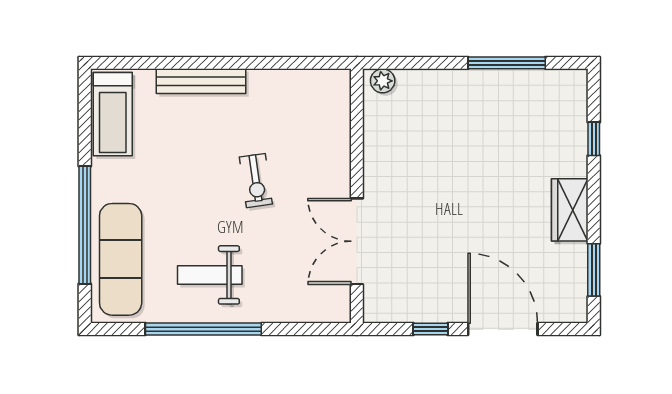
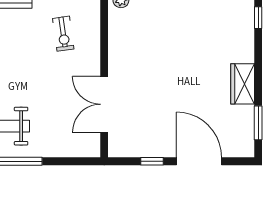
window: (594, 139) -> (258, 18), moved
exercise bike: (256, 181) -> (63, 34), moved

